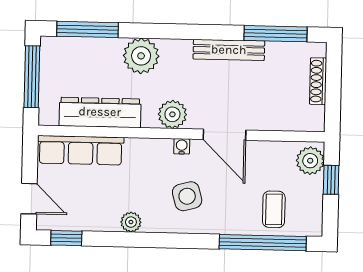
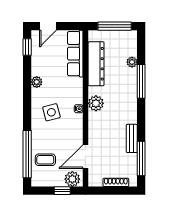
window: (88, 29) -> (141, 81), moved
bench: (229, 50) -> (132, 138), width x0.73
plant: (141, 56) -> (132, 62), moved, width x0.53, depth x0.53
door: (225, 135) -> (85, 157), moved

